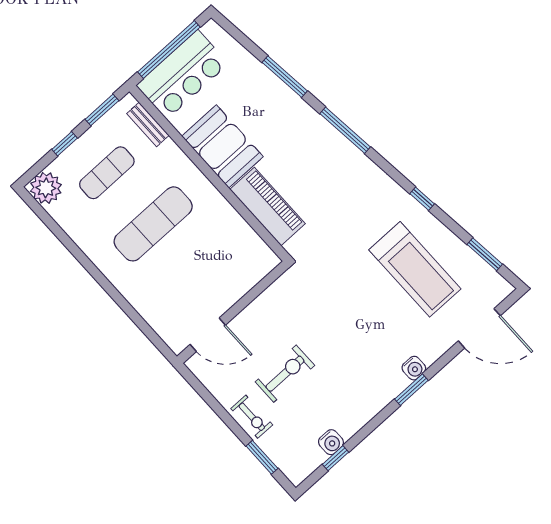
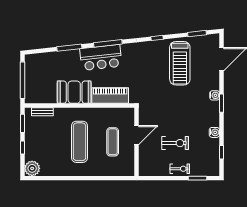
bar counter: (182, 75) -> (101, 57), moved, turned 84
exercise mat: (107, 173) -> (113, 142), moved
treadmill: (415, 269) -> (180, 63), turned 90
door: (208, 335) -> (137, 135), moved
exercise bike: (285, 374) -> (175, 143), turned 90
water cooler: (331, 442) -> (214, 132), moved

